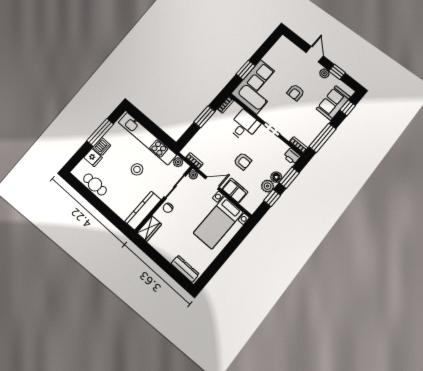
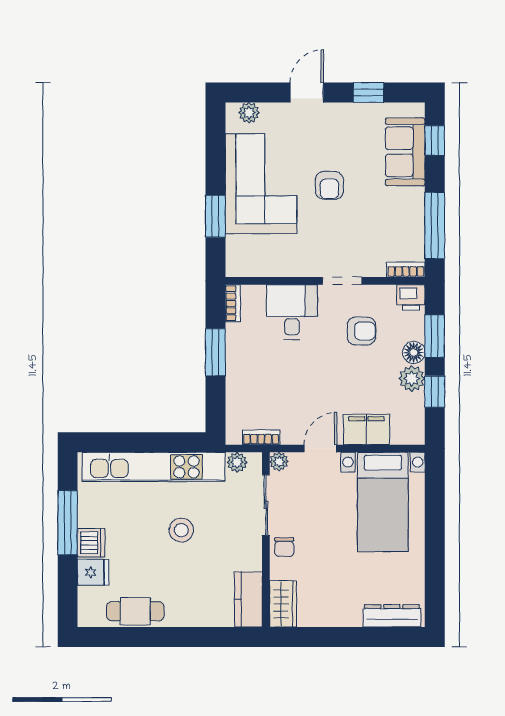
door: (315, 54) -> (307, 92), hinge flipped
plant: (324, 73) -> (249, 113), moved
corner sofa: (259, 87) -> (261, 184), moved
armchair: (243, 161) -> (361, 331), moved
kitchen counter: (143, 211) -> (248, 599), width x0.67

